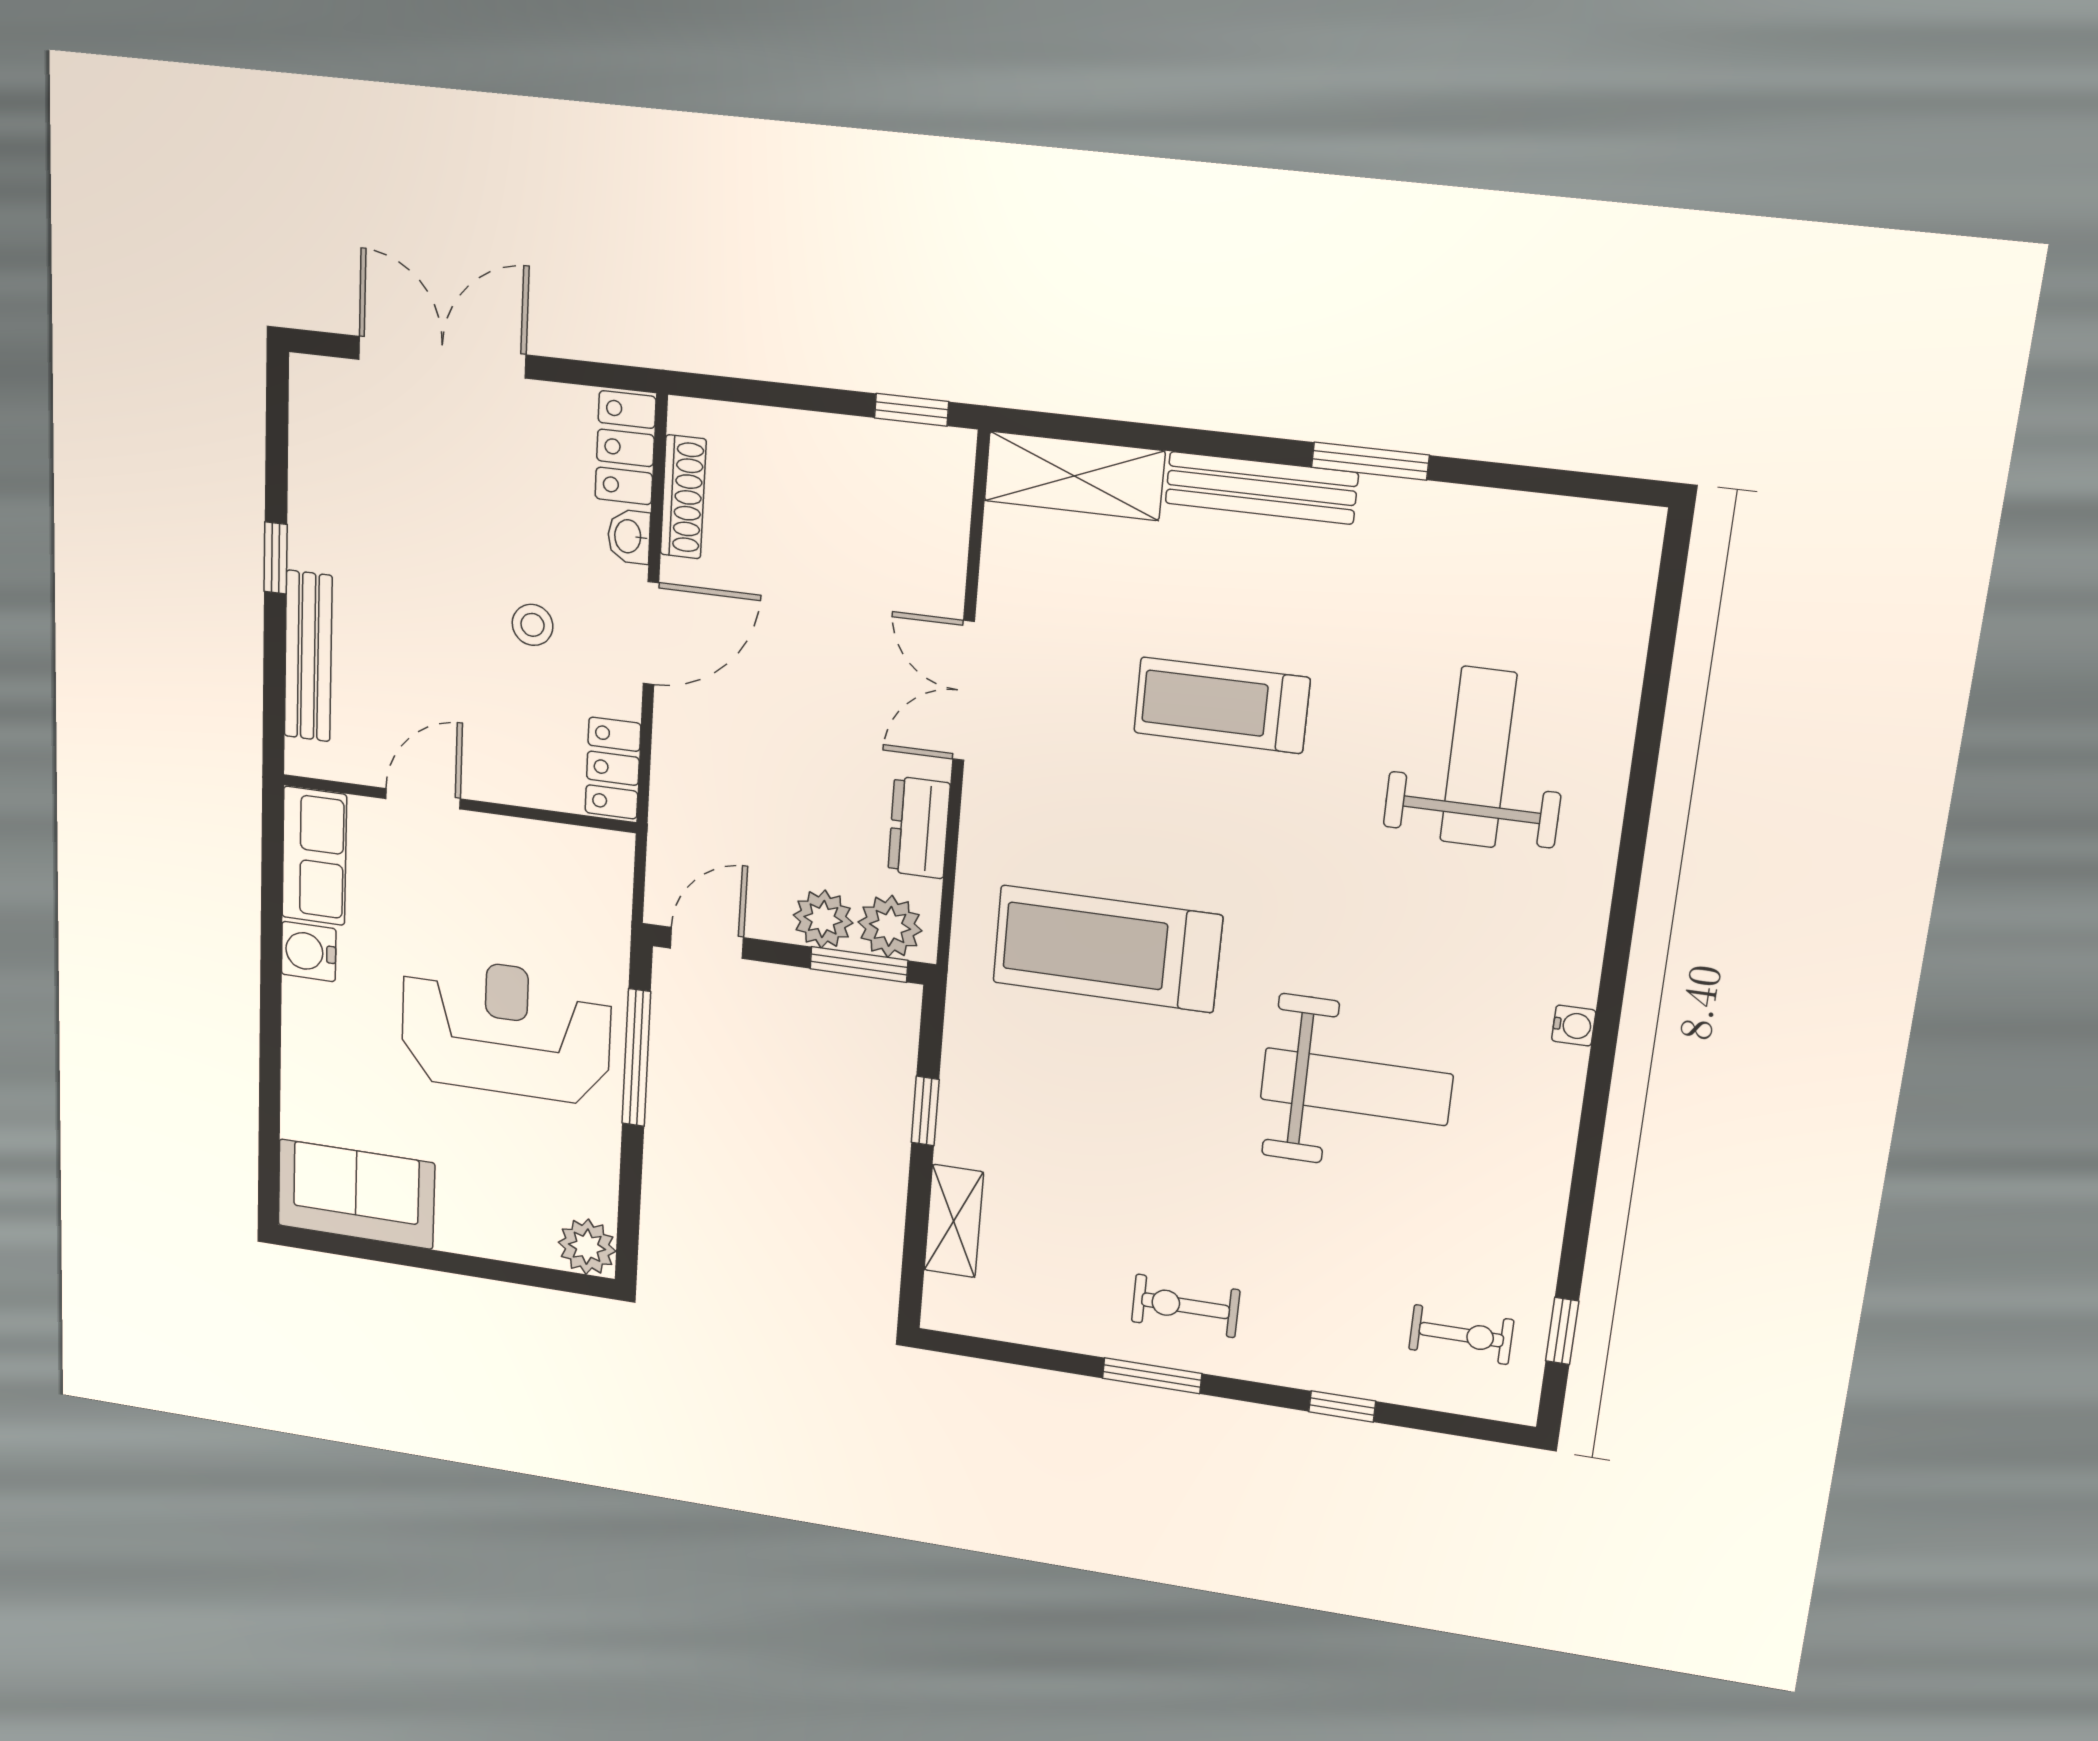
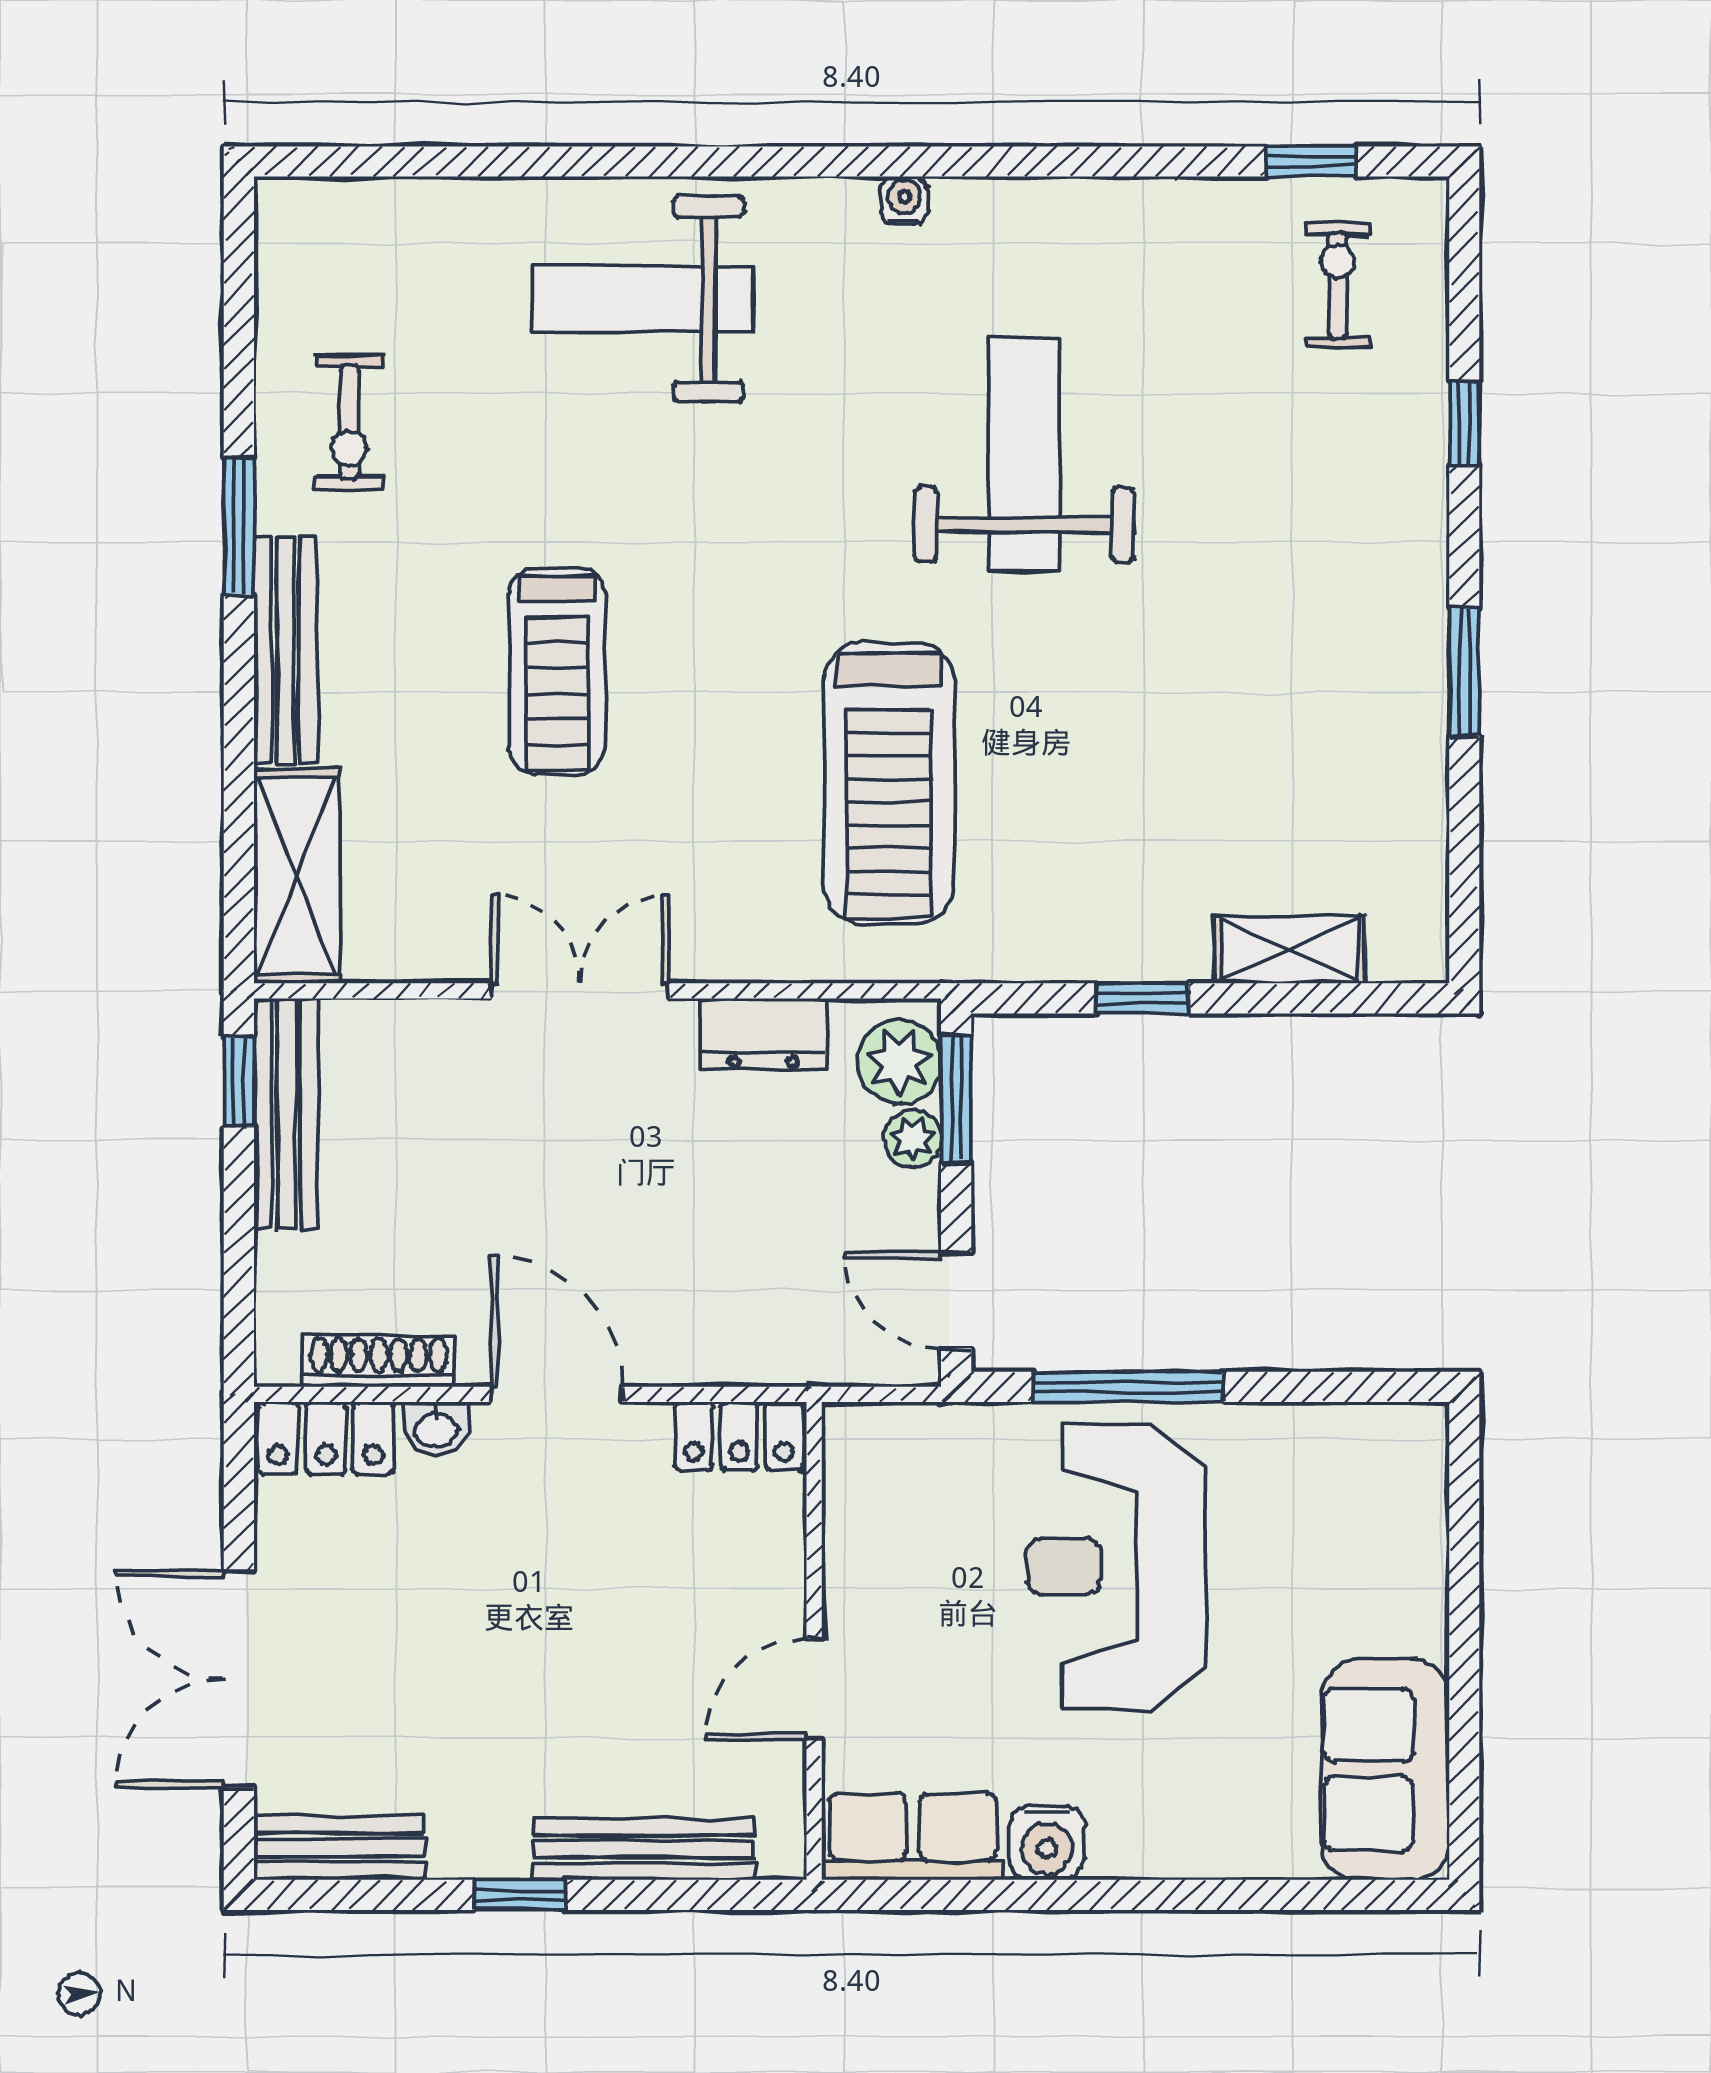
bench: (313, 422) -> (339, 1847), added
bench: (883, 445) -> (286, 1114), added
stool: (533, 625) -> (565, 1550), removed
double door: (964, 691) -> (580, 991), swing flipped
weight bench: (1478, 757) -> (643, 299), moved
door: (423, 799) -> (814, 1689), hinge flipped
plant: (823, 919) -> (913, 1139), width x0.73, depth x0.73
plant: (587, 1247) -> (1409, 1442), removed
exercise bike: (1185, 1306) -> (349, 422), moved

